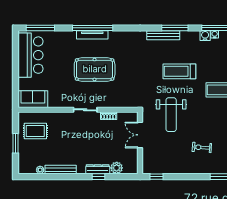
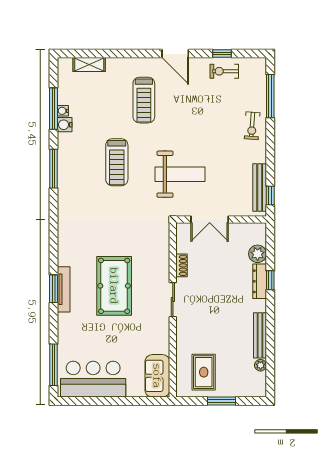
window: (93, 28) -> (54, 289), width x0.47
bench: (163, 35) -> (260, 188), moved
exercise bike: (202, 147) -> (252, 126), moved

